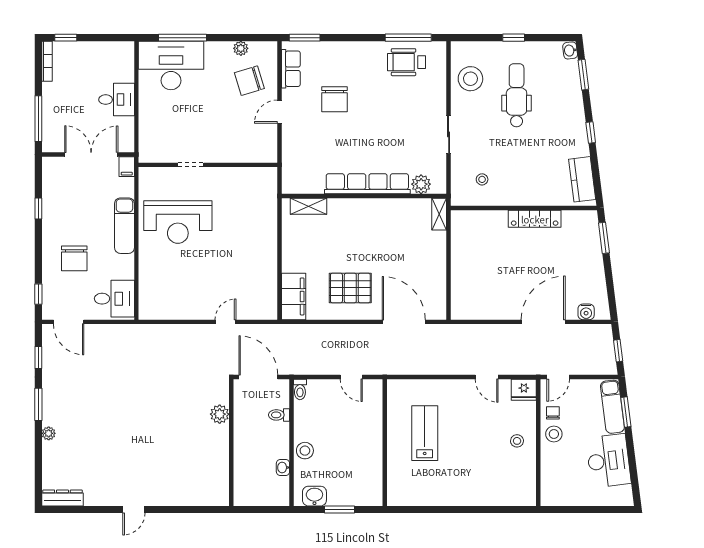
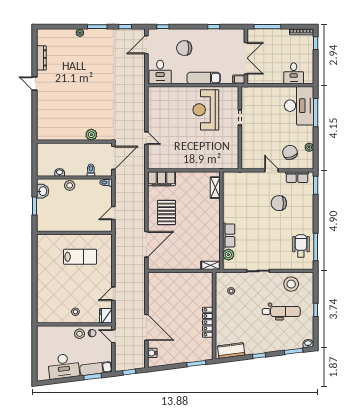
desk: (117, 100) -> (294, 73), moved
row of seats: (367, 184) -> (229, 235), width x0.50
dresser: (62, 498) -> (41, 58), moved

